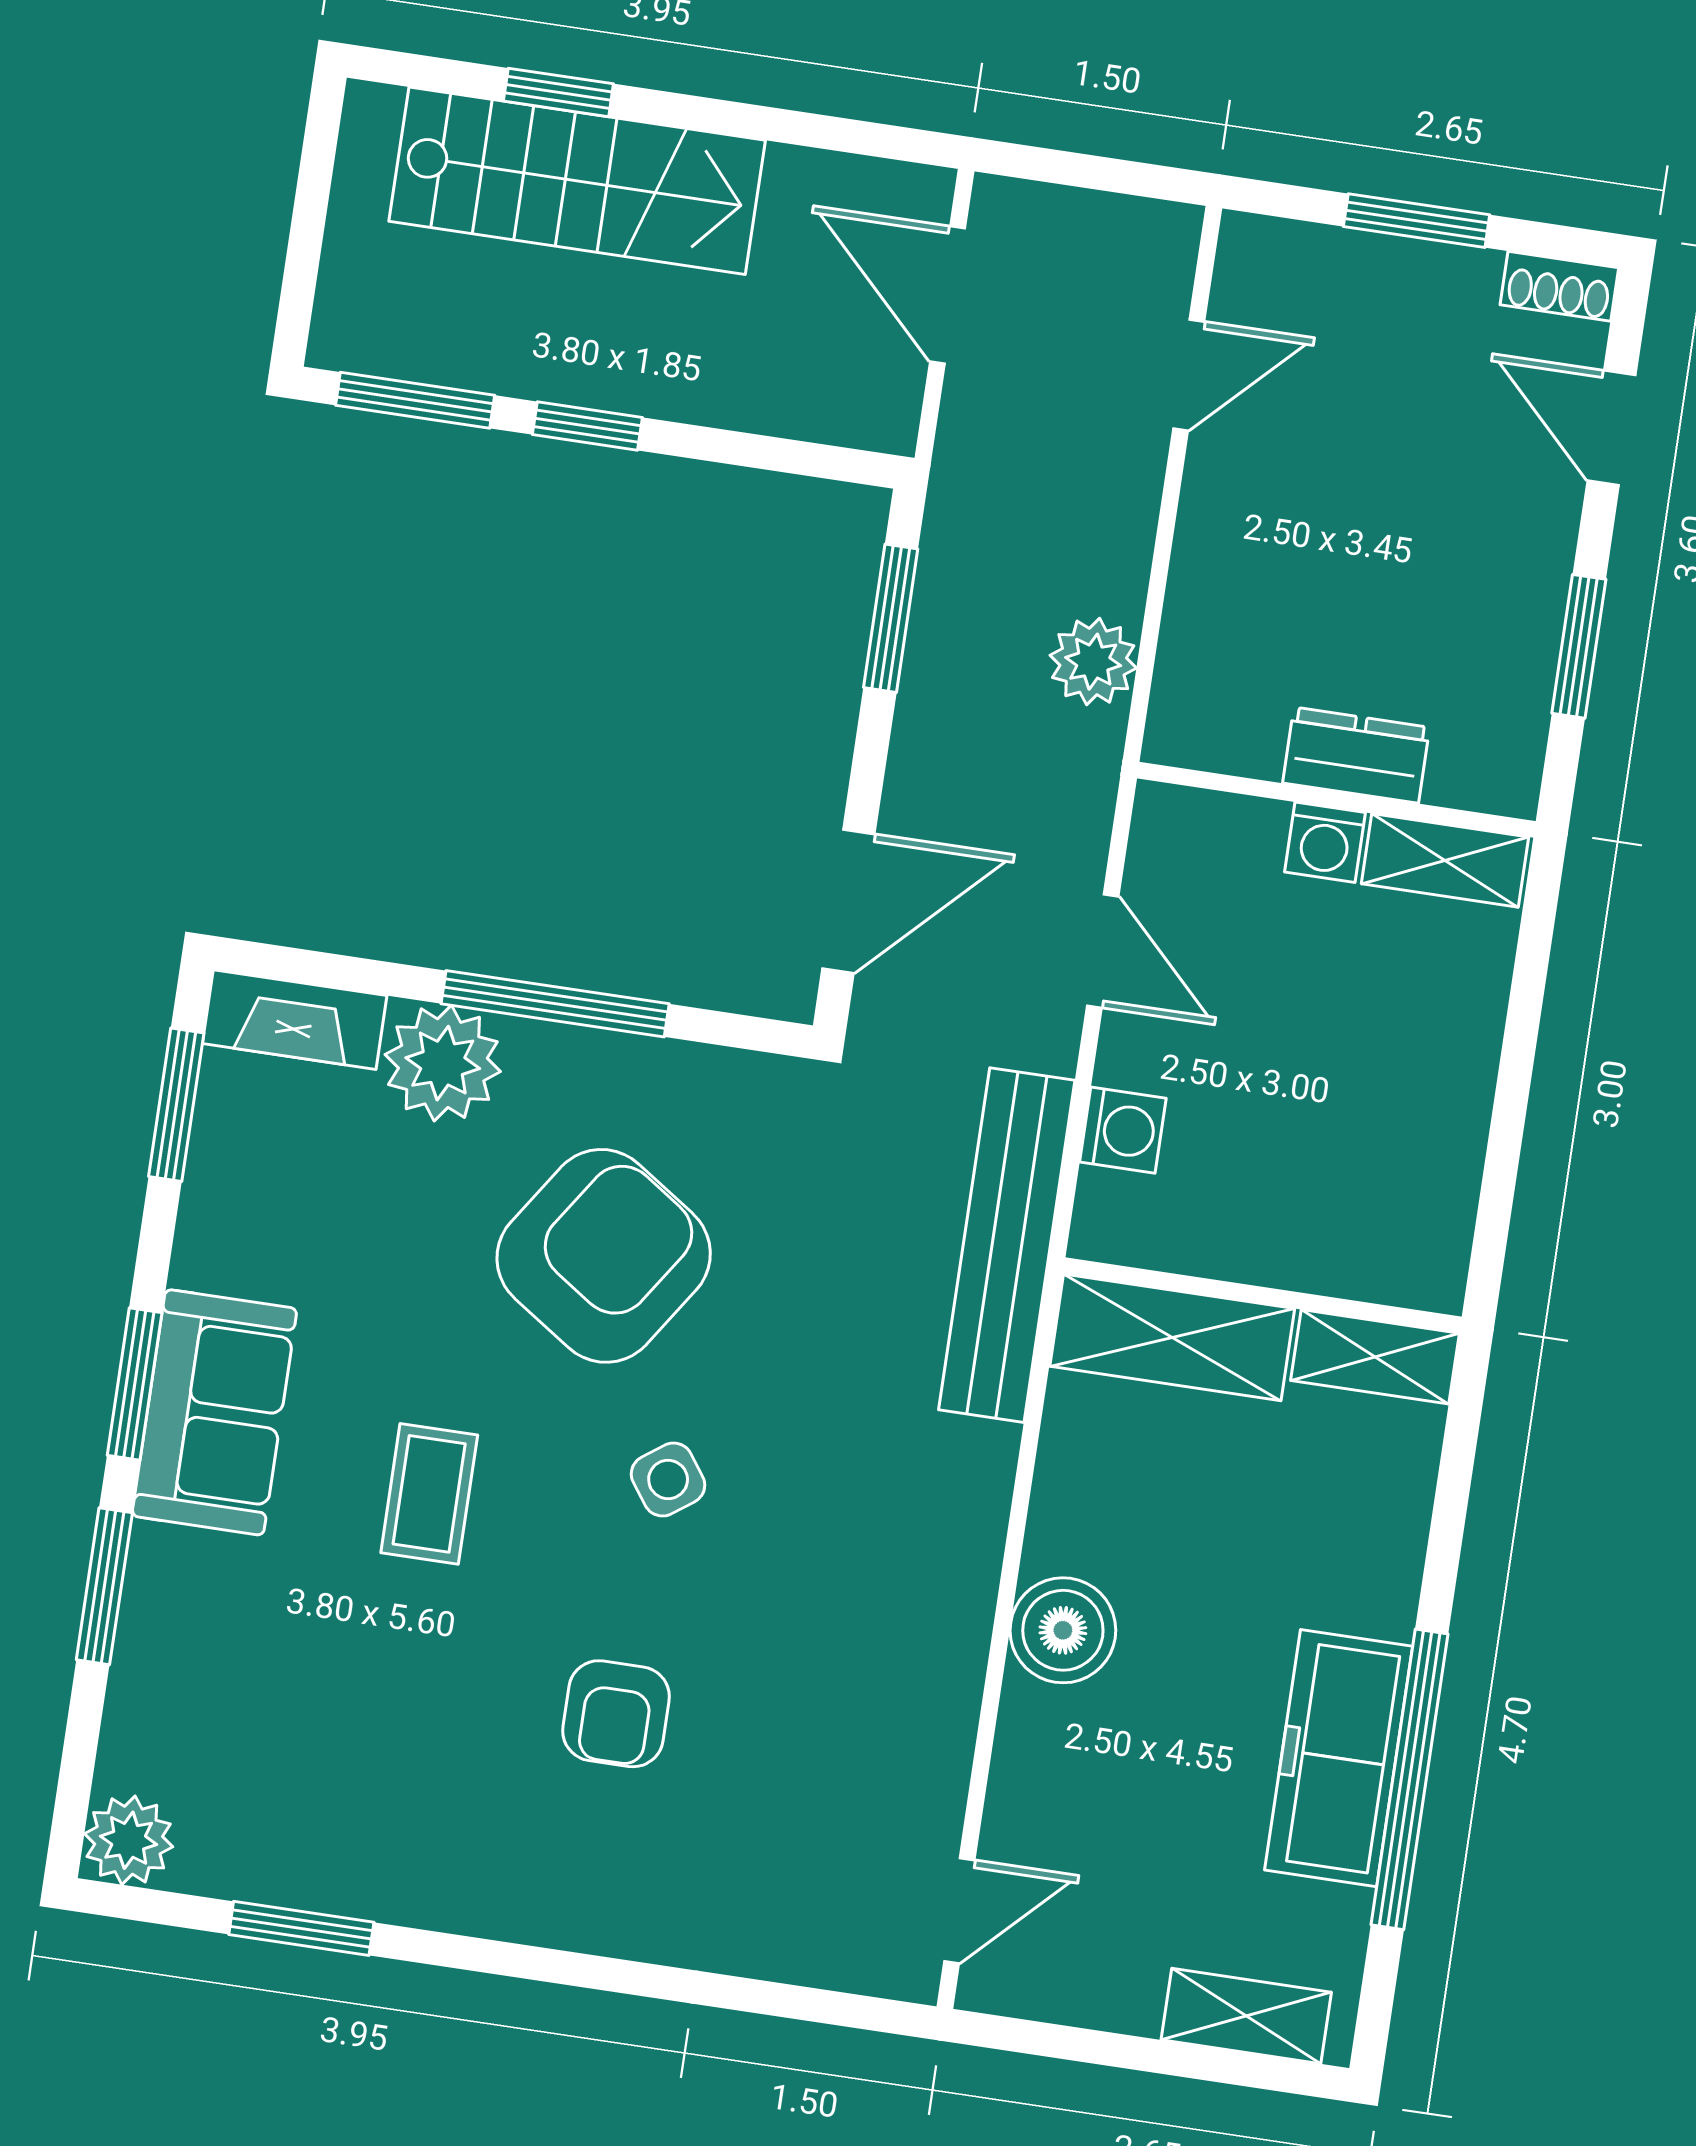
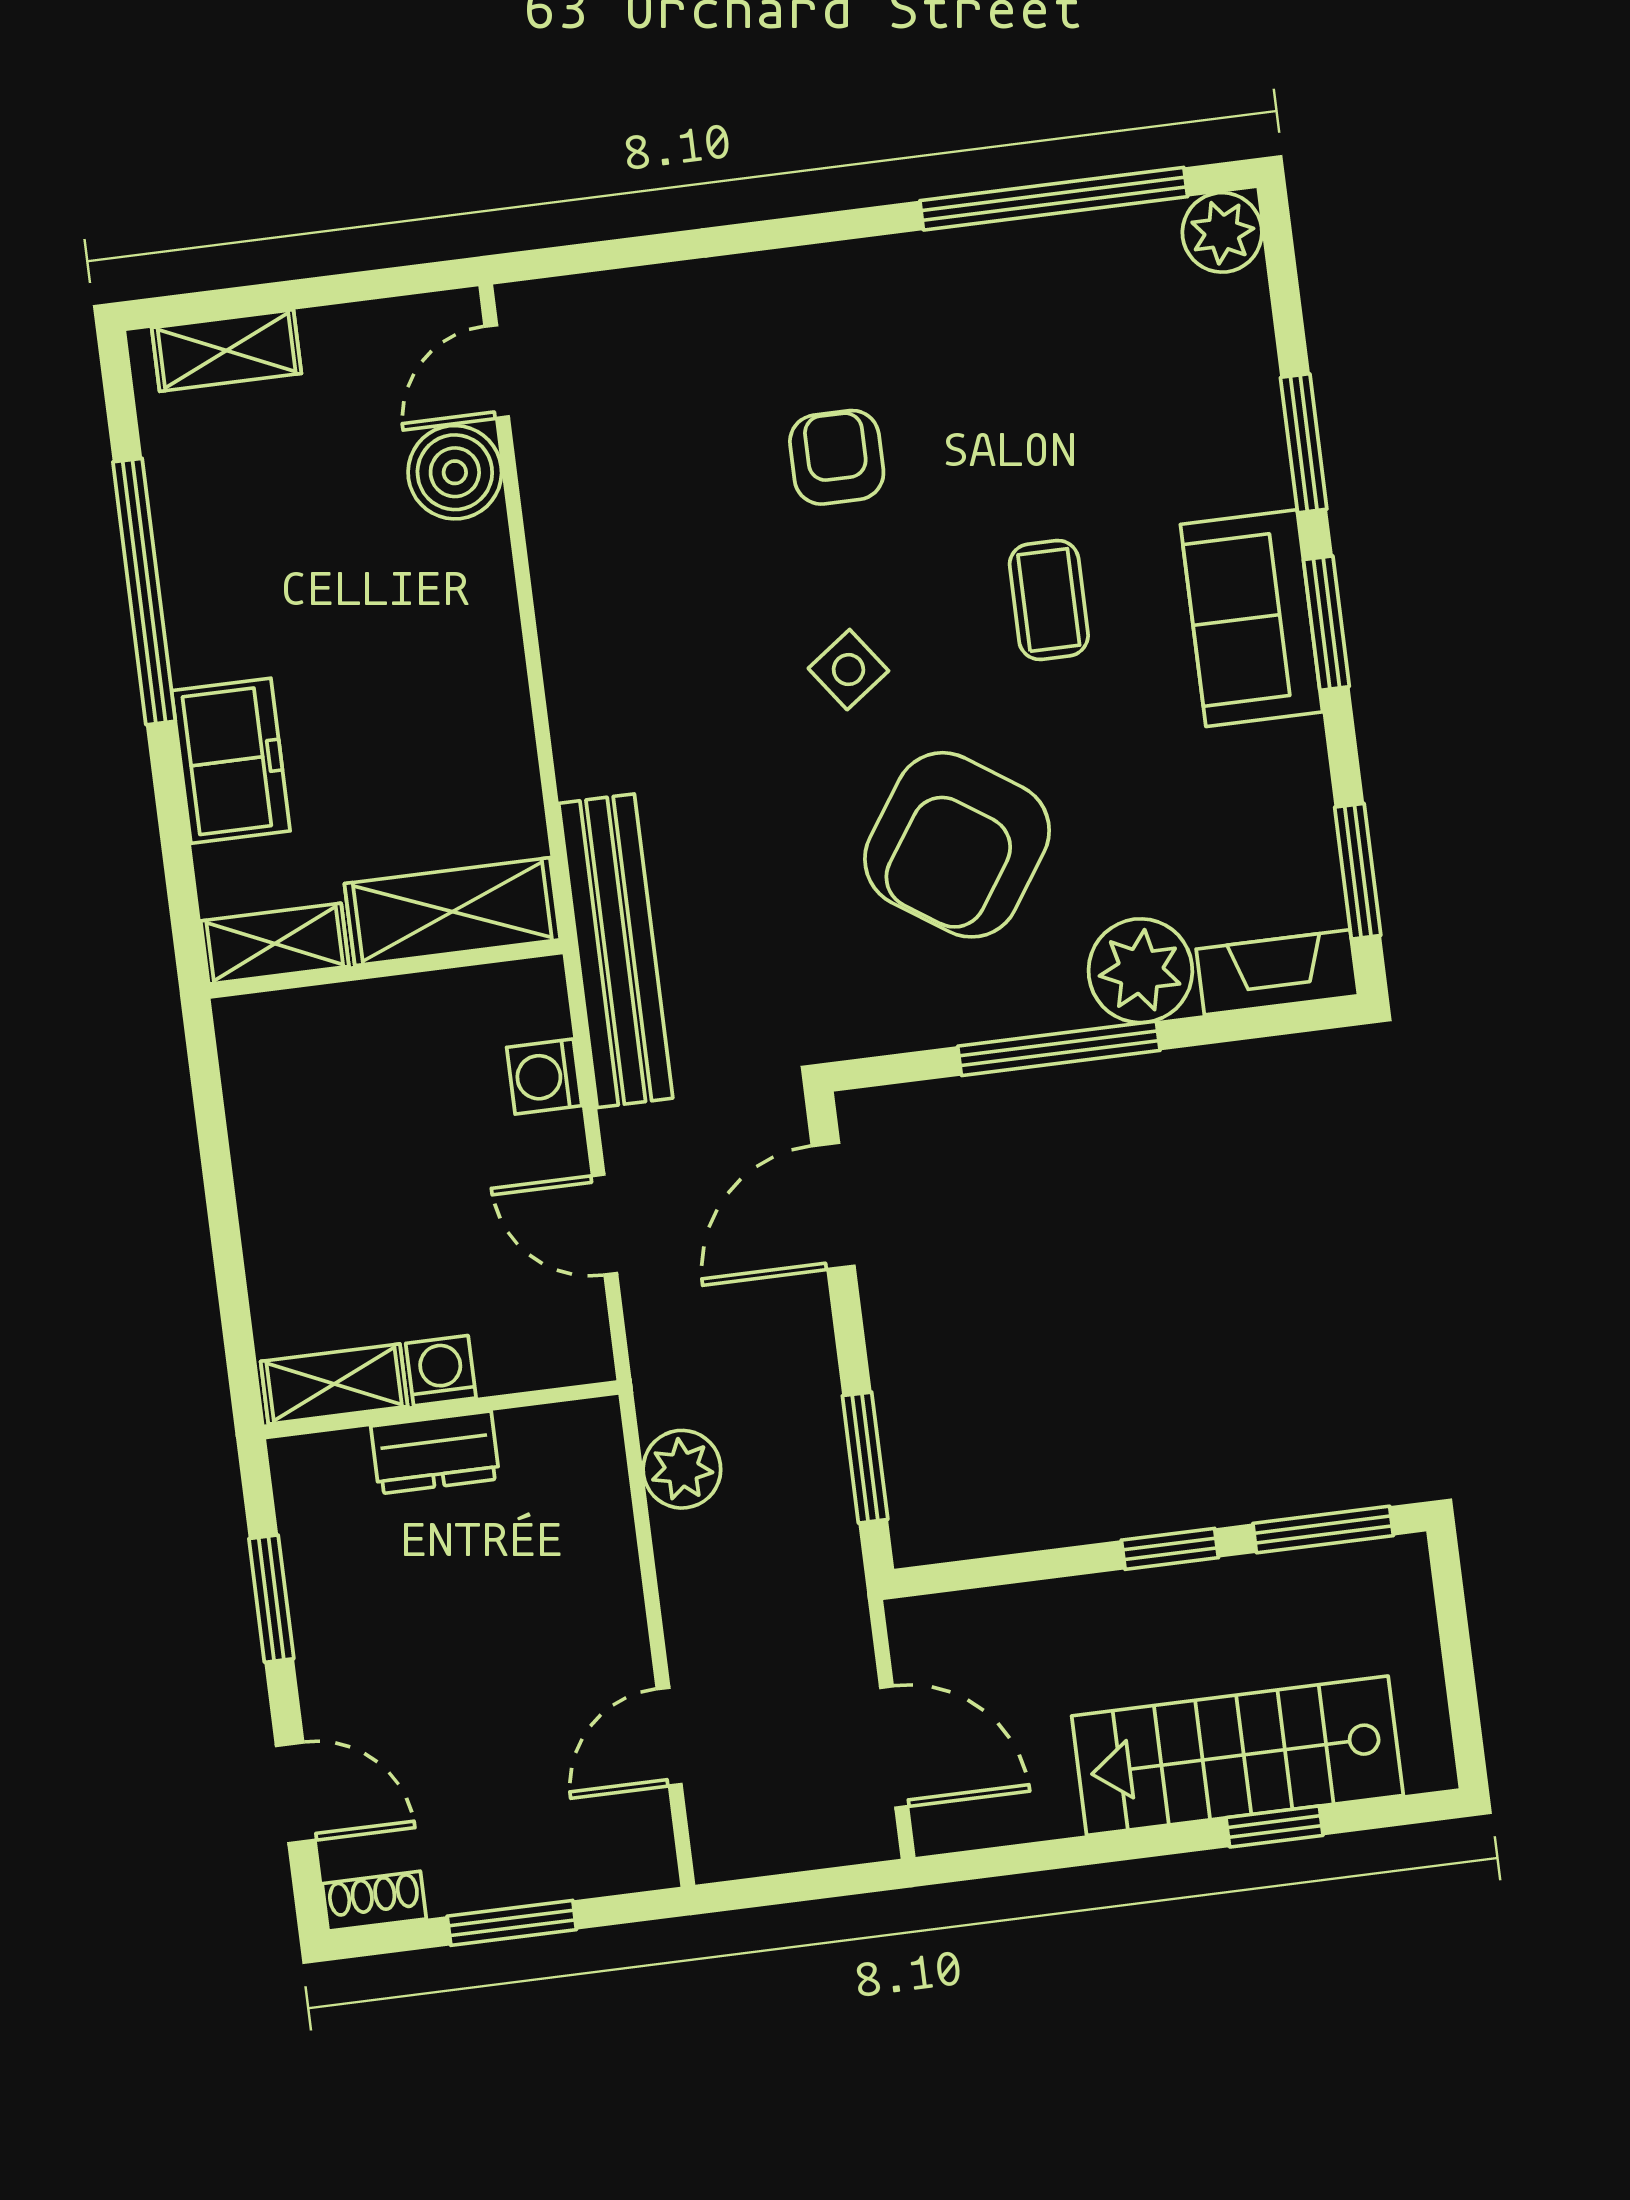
boiler: (1063, 1630) -> (455, 472), moved
freezer: (1339, 1758) -> (231, 761), moved, width x0.71
window: (301, 1928) -> (1054, 199), width x2.11

